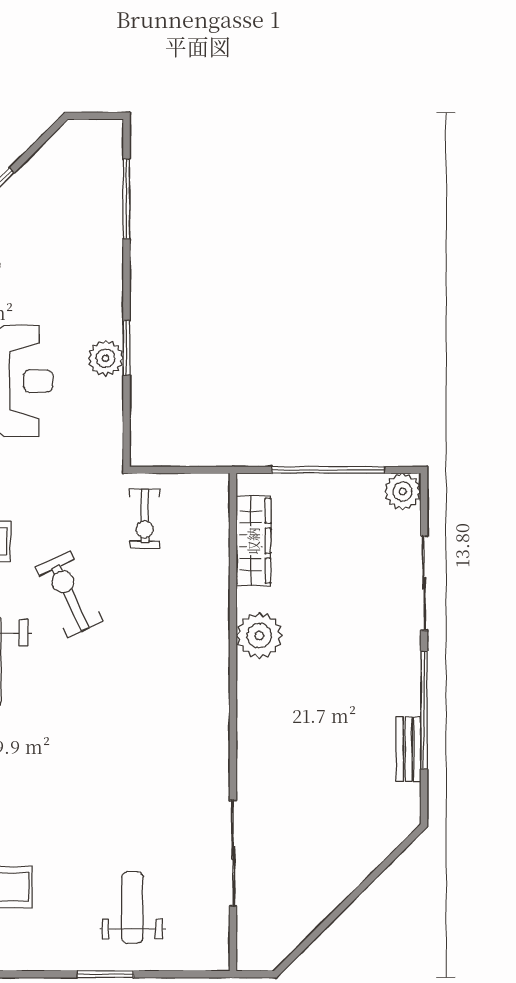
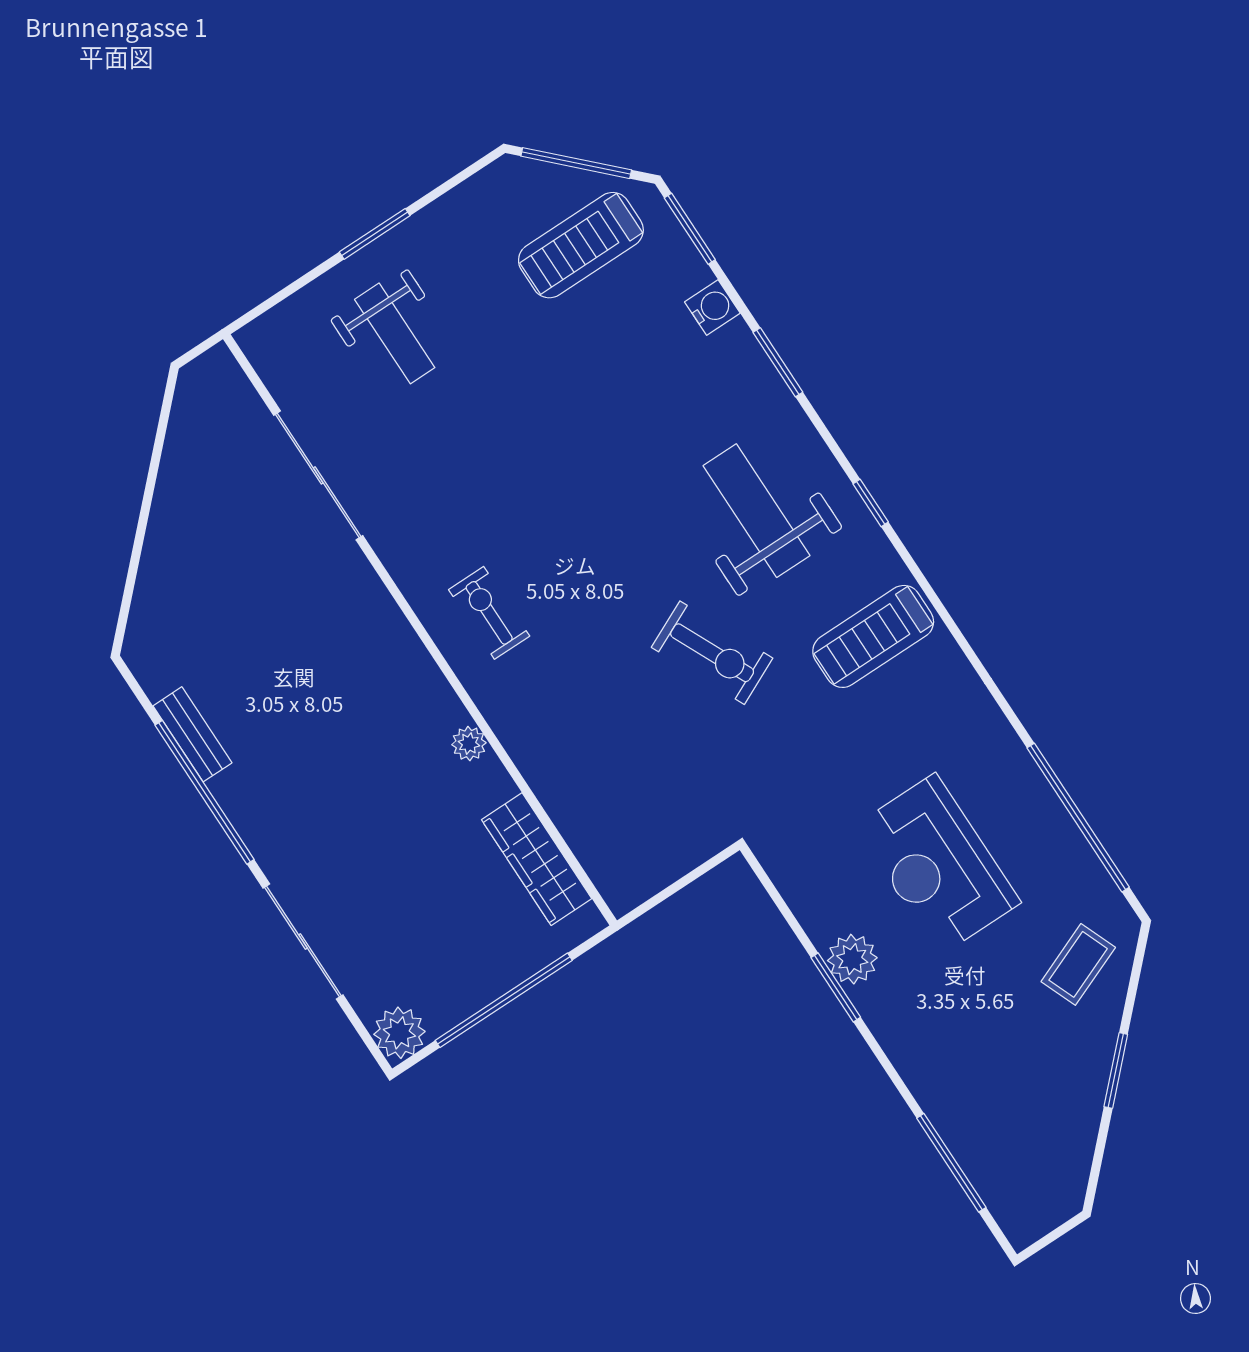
exercise bike: (145, 519) -> (489, 613), moved
plant: (259, 636) -> (469, 744), width x0.53, depth x0.53

